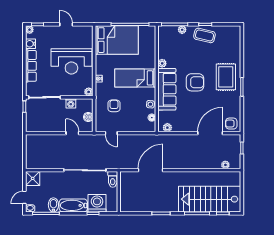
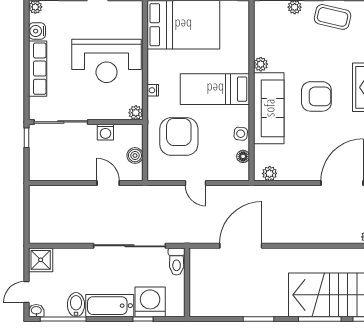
armchair: (114, 106) -> (179, 137), width x1.88, depth x1.88
door: (111, 133) -> (196, 183), moved

